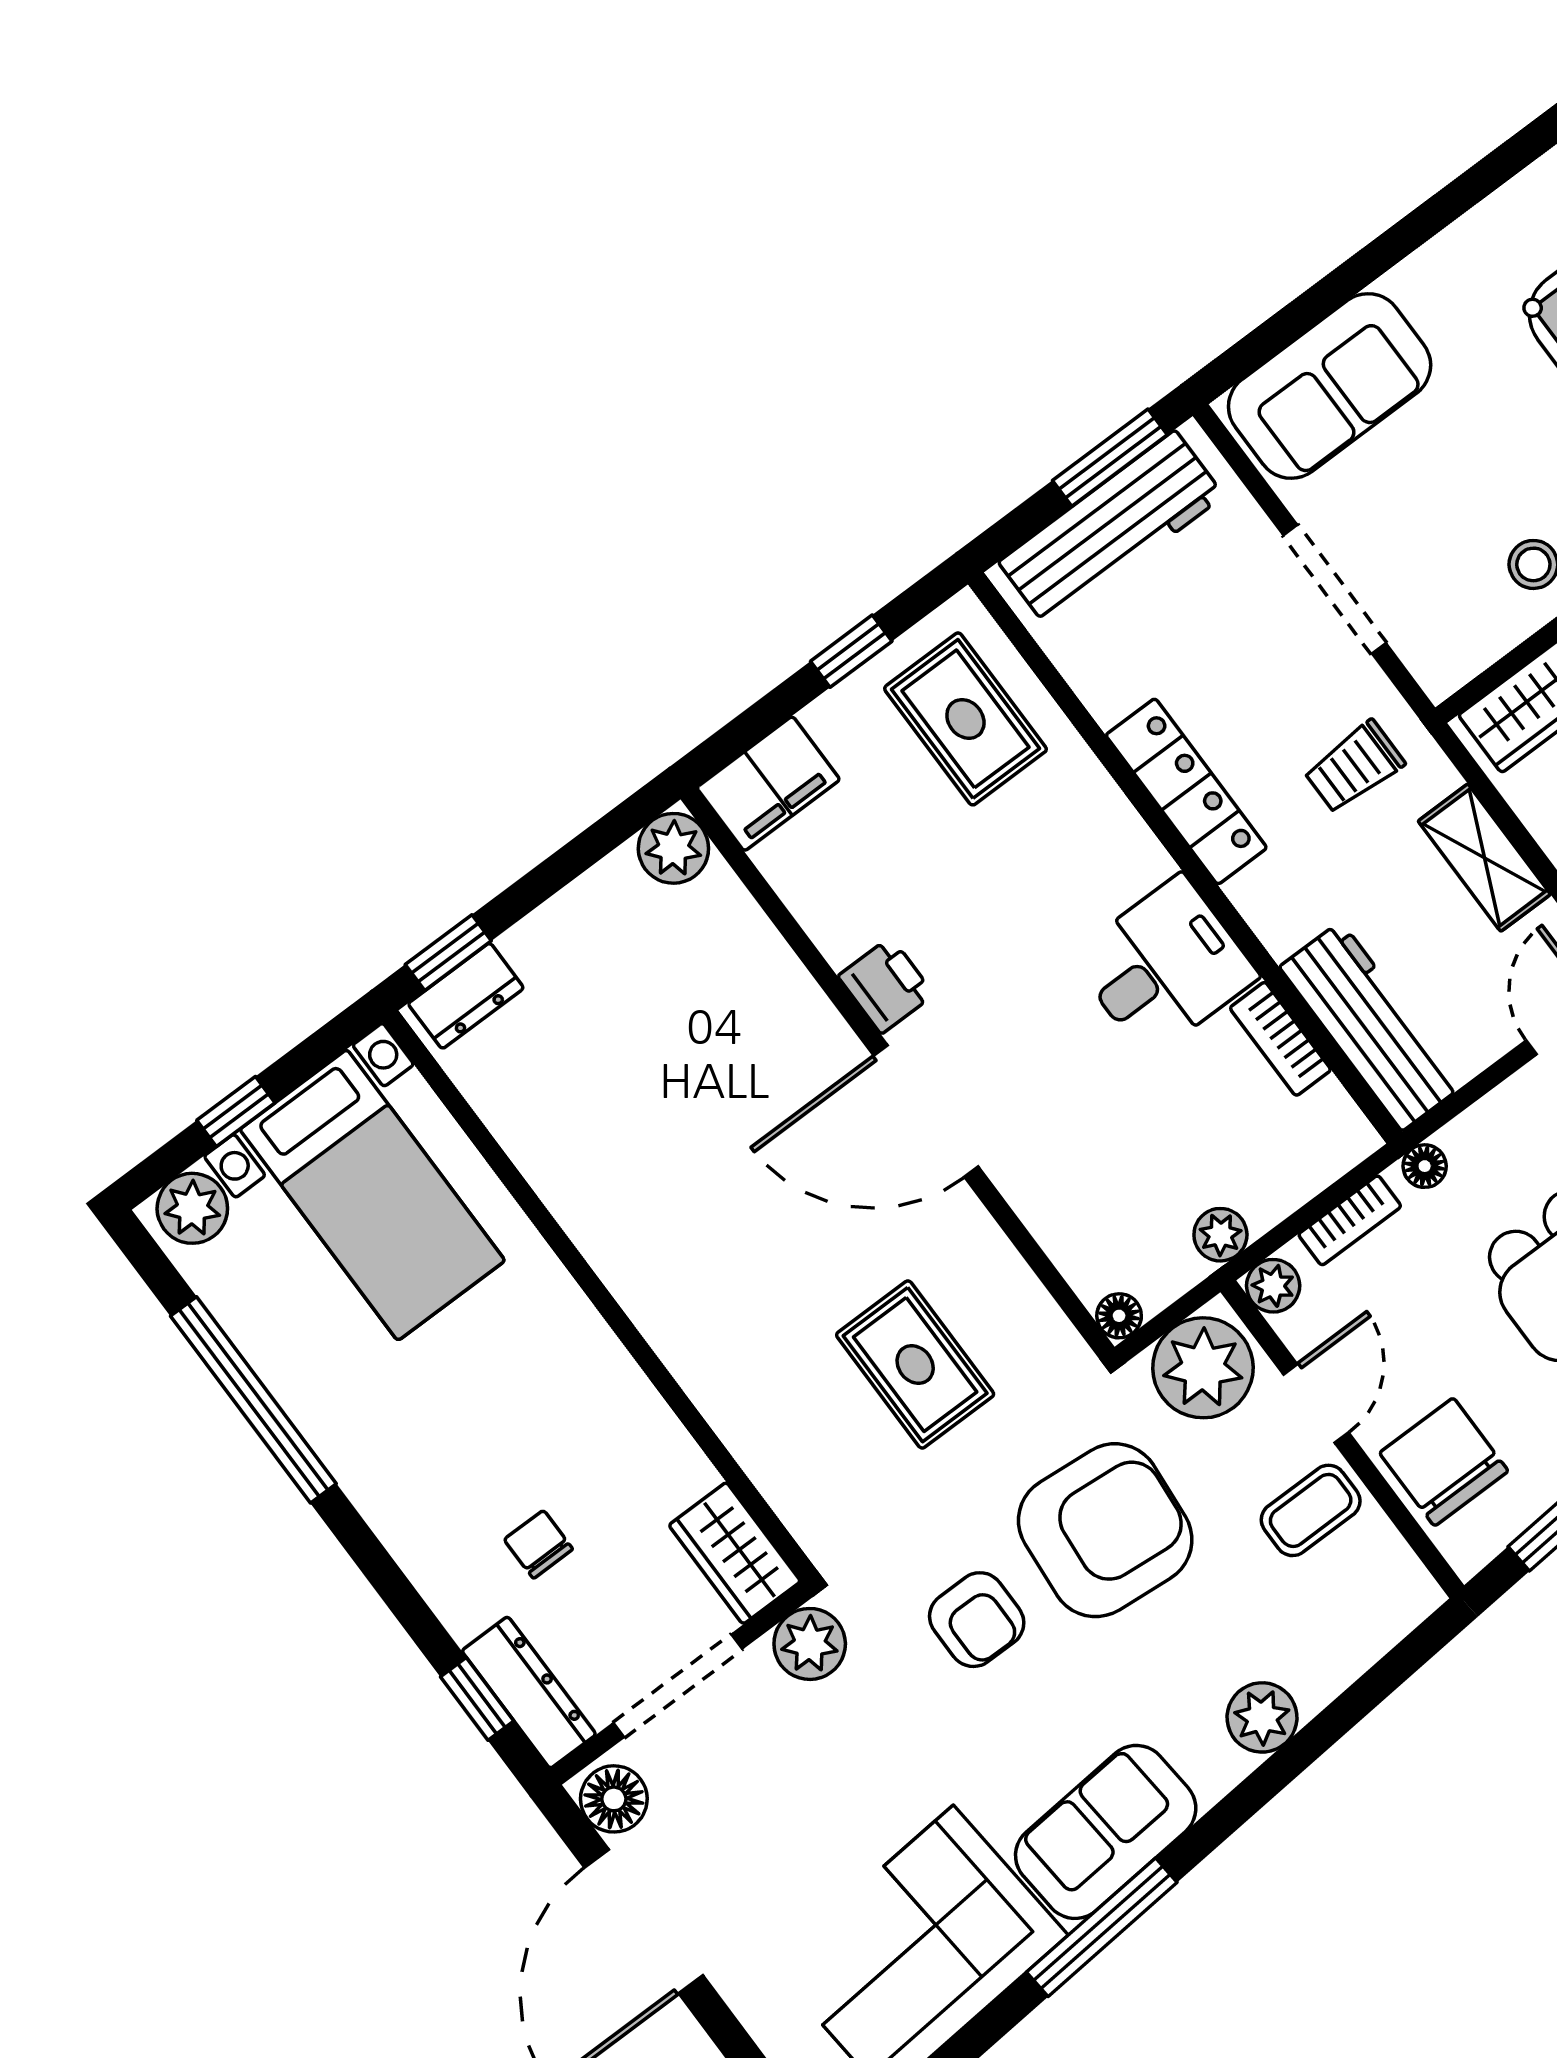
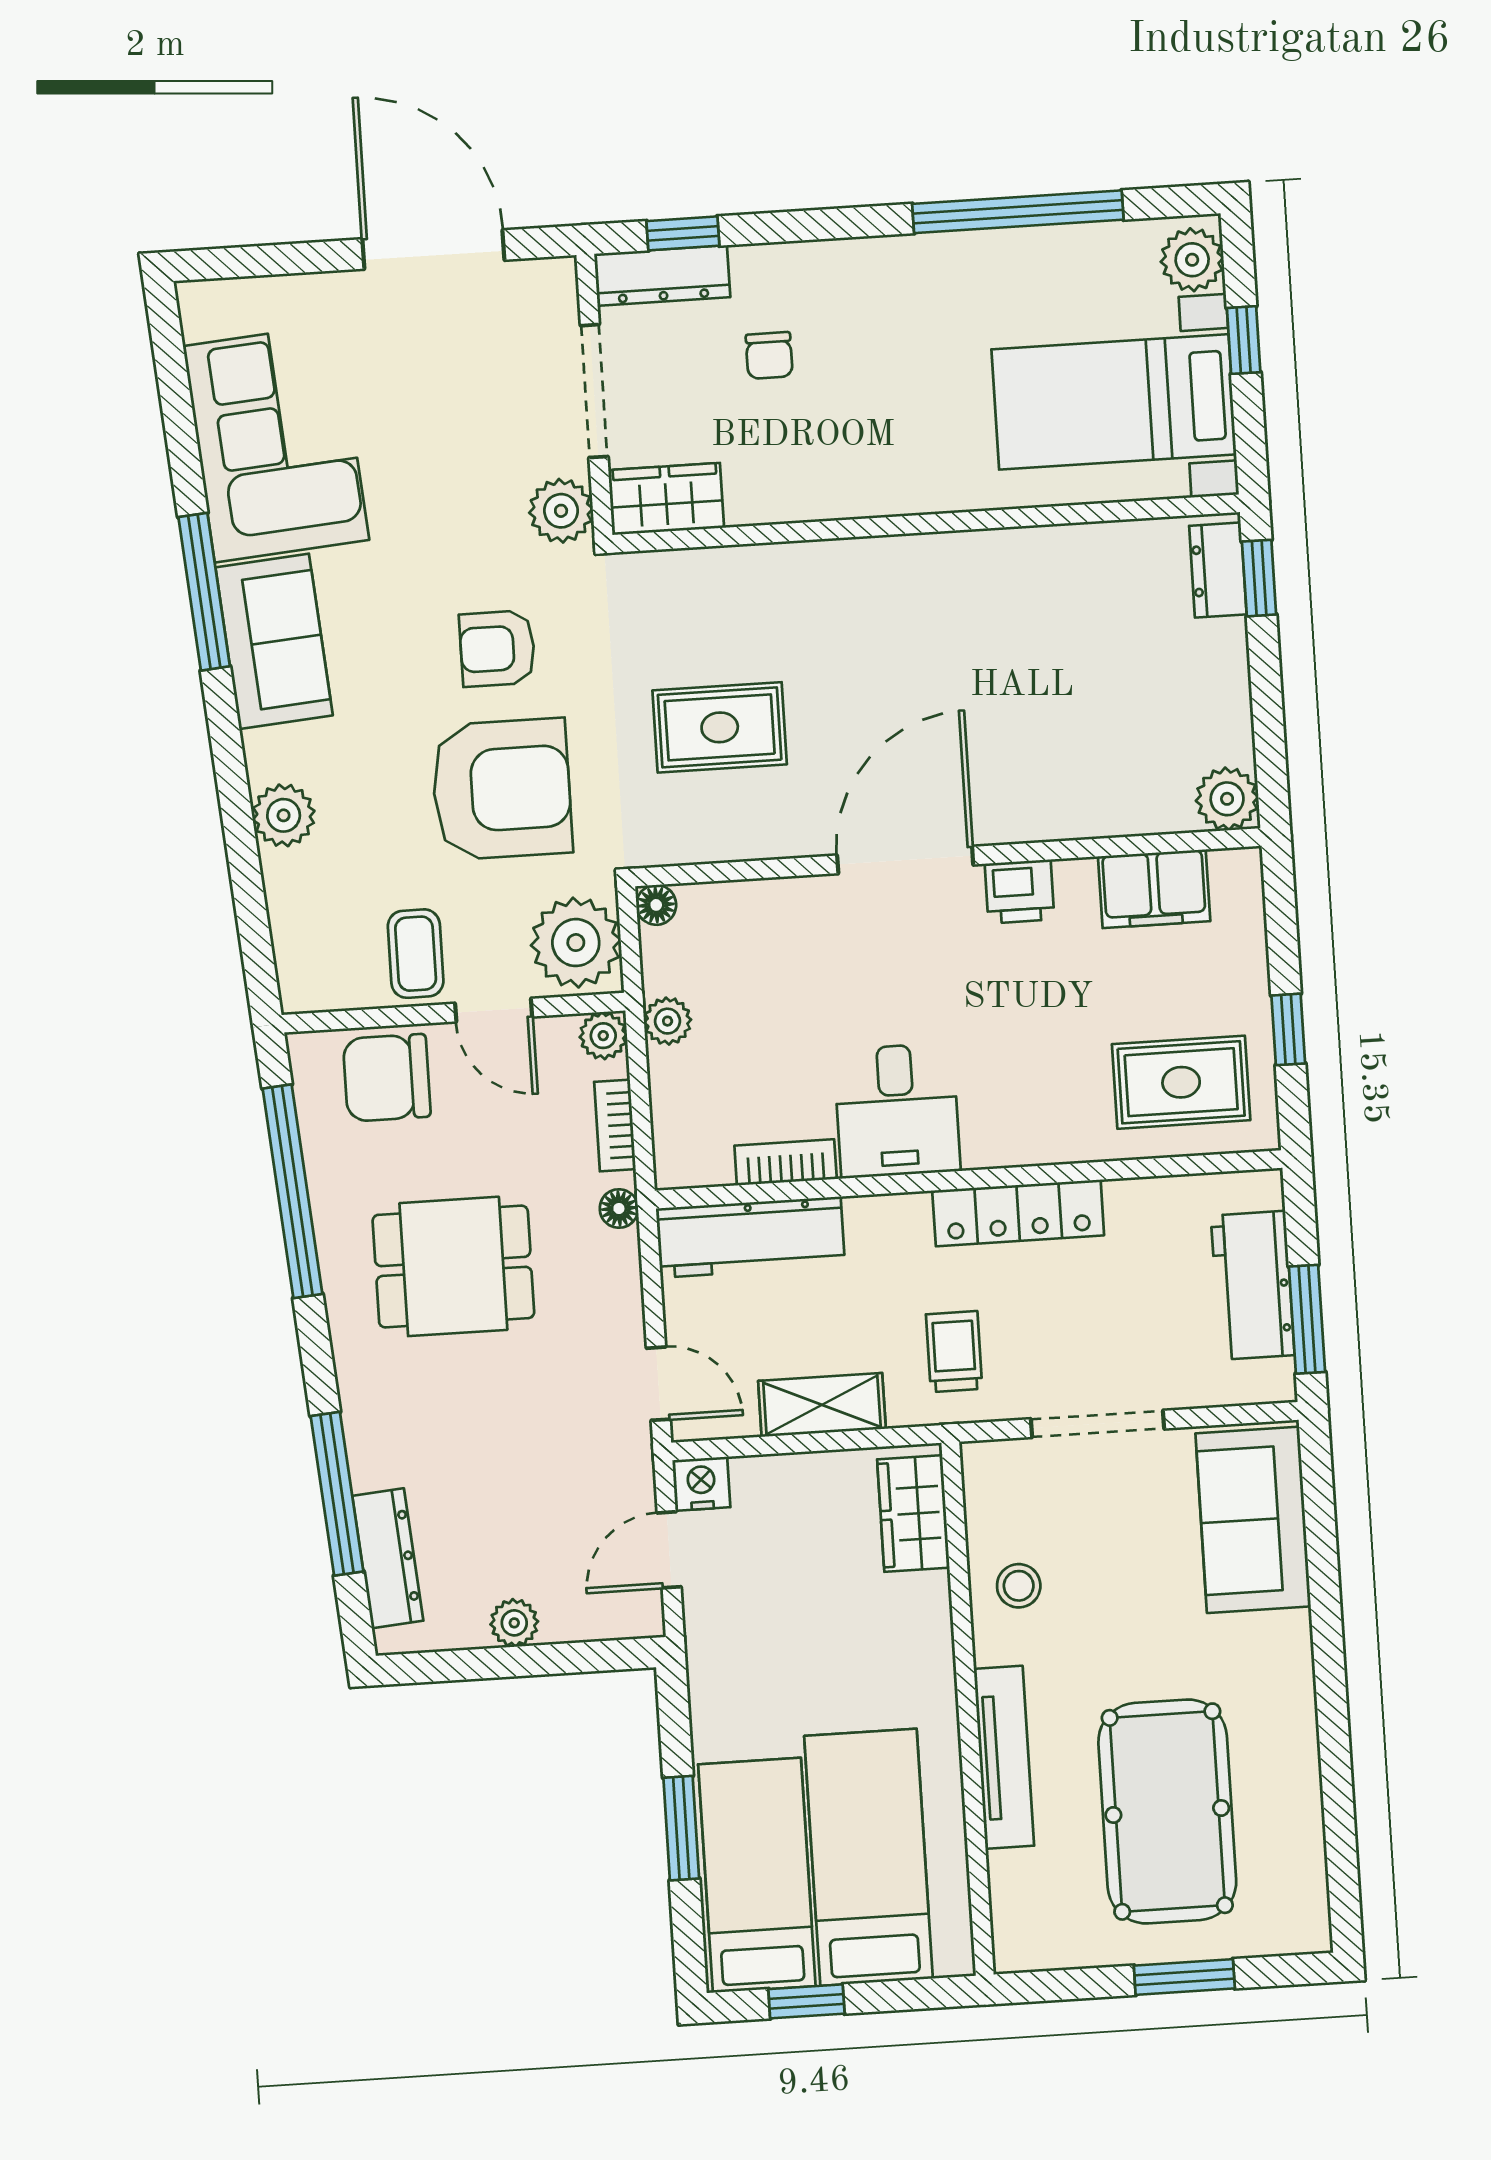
workbench: (1111, 529) -> (1253, 1285), width x0.73
filing cabinet: (768, 784) -> (1154, 889), moved, turned -90
chair: (1444, 1462) -> (387, 1078), turned 180
armchair: (1105, 1530) -> (502, 789), turned -95
chair: (538, 1544) -> (769, 355), turned 90
floor lamp: (614, 1799) -> (540, 287), removed

